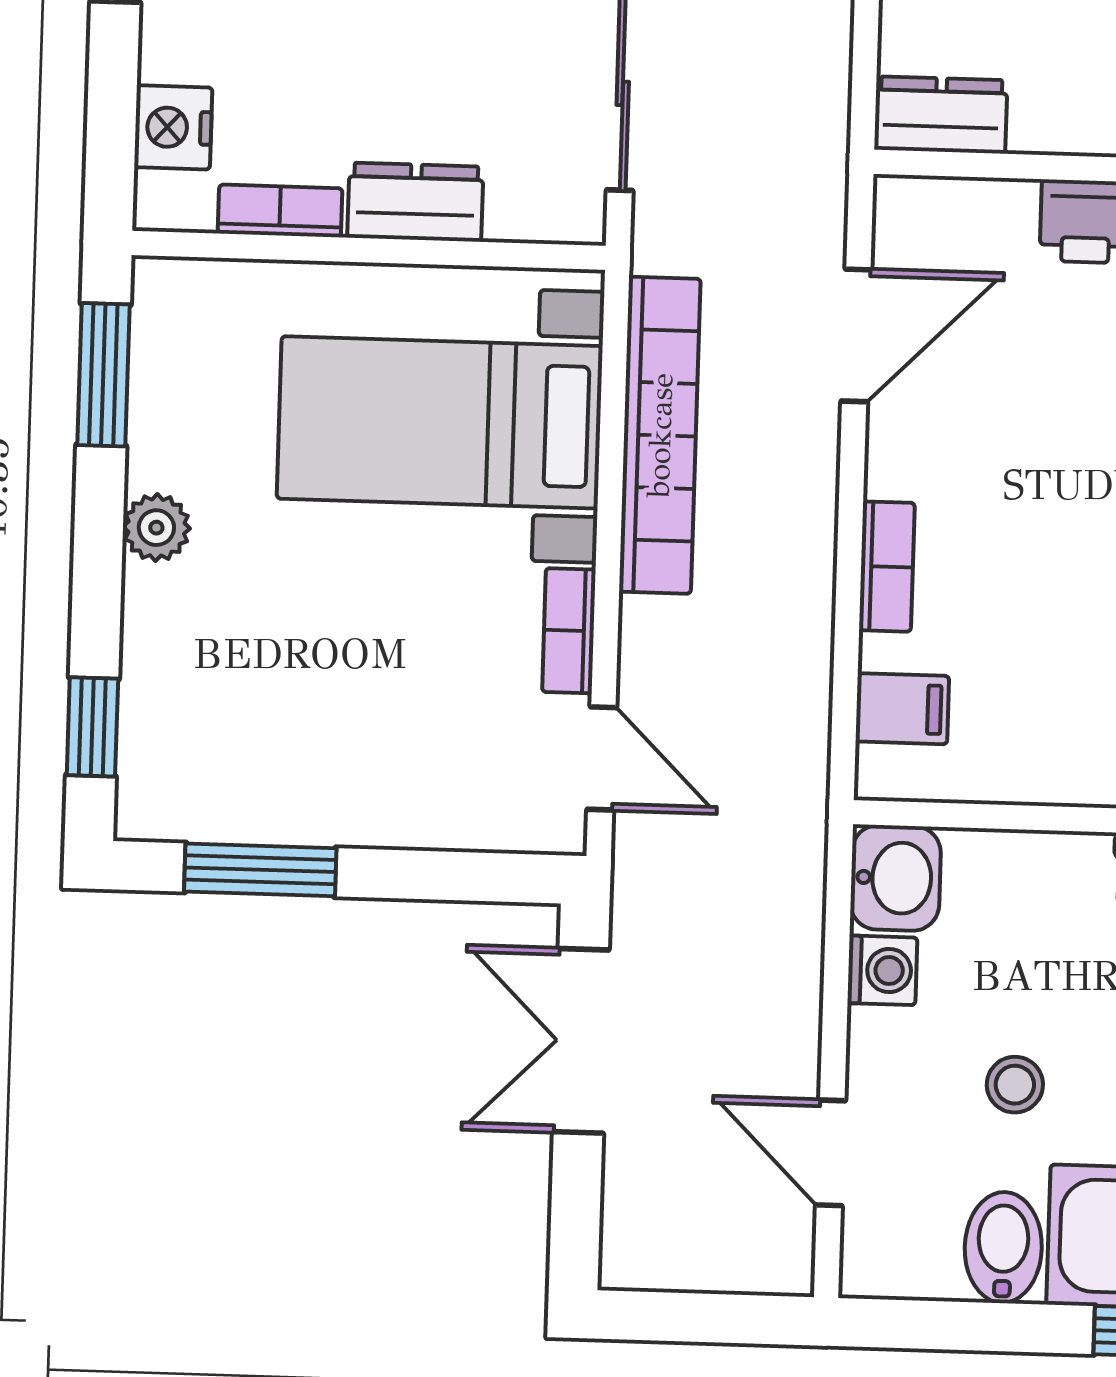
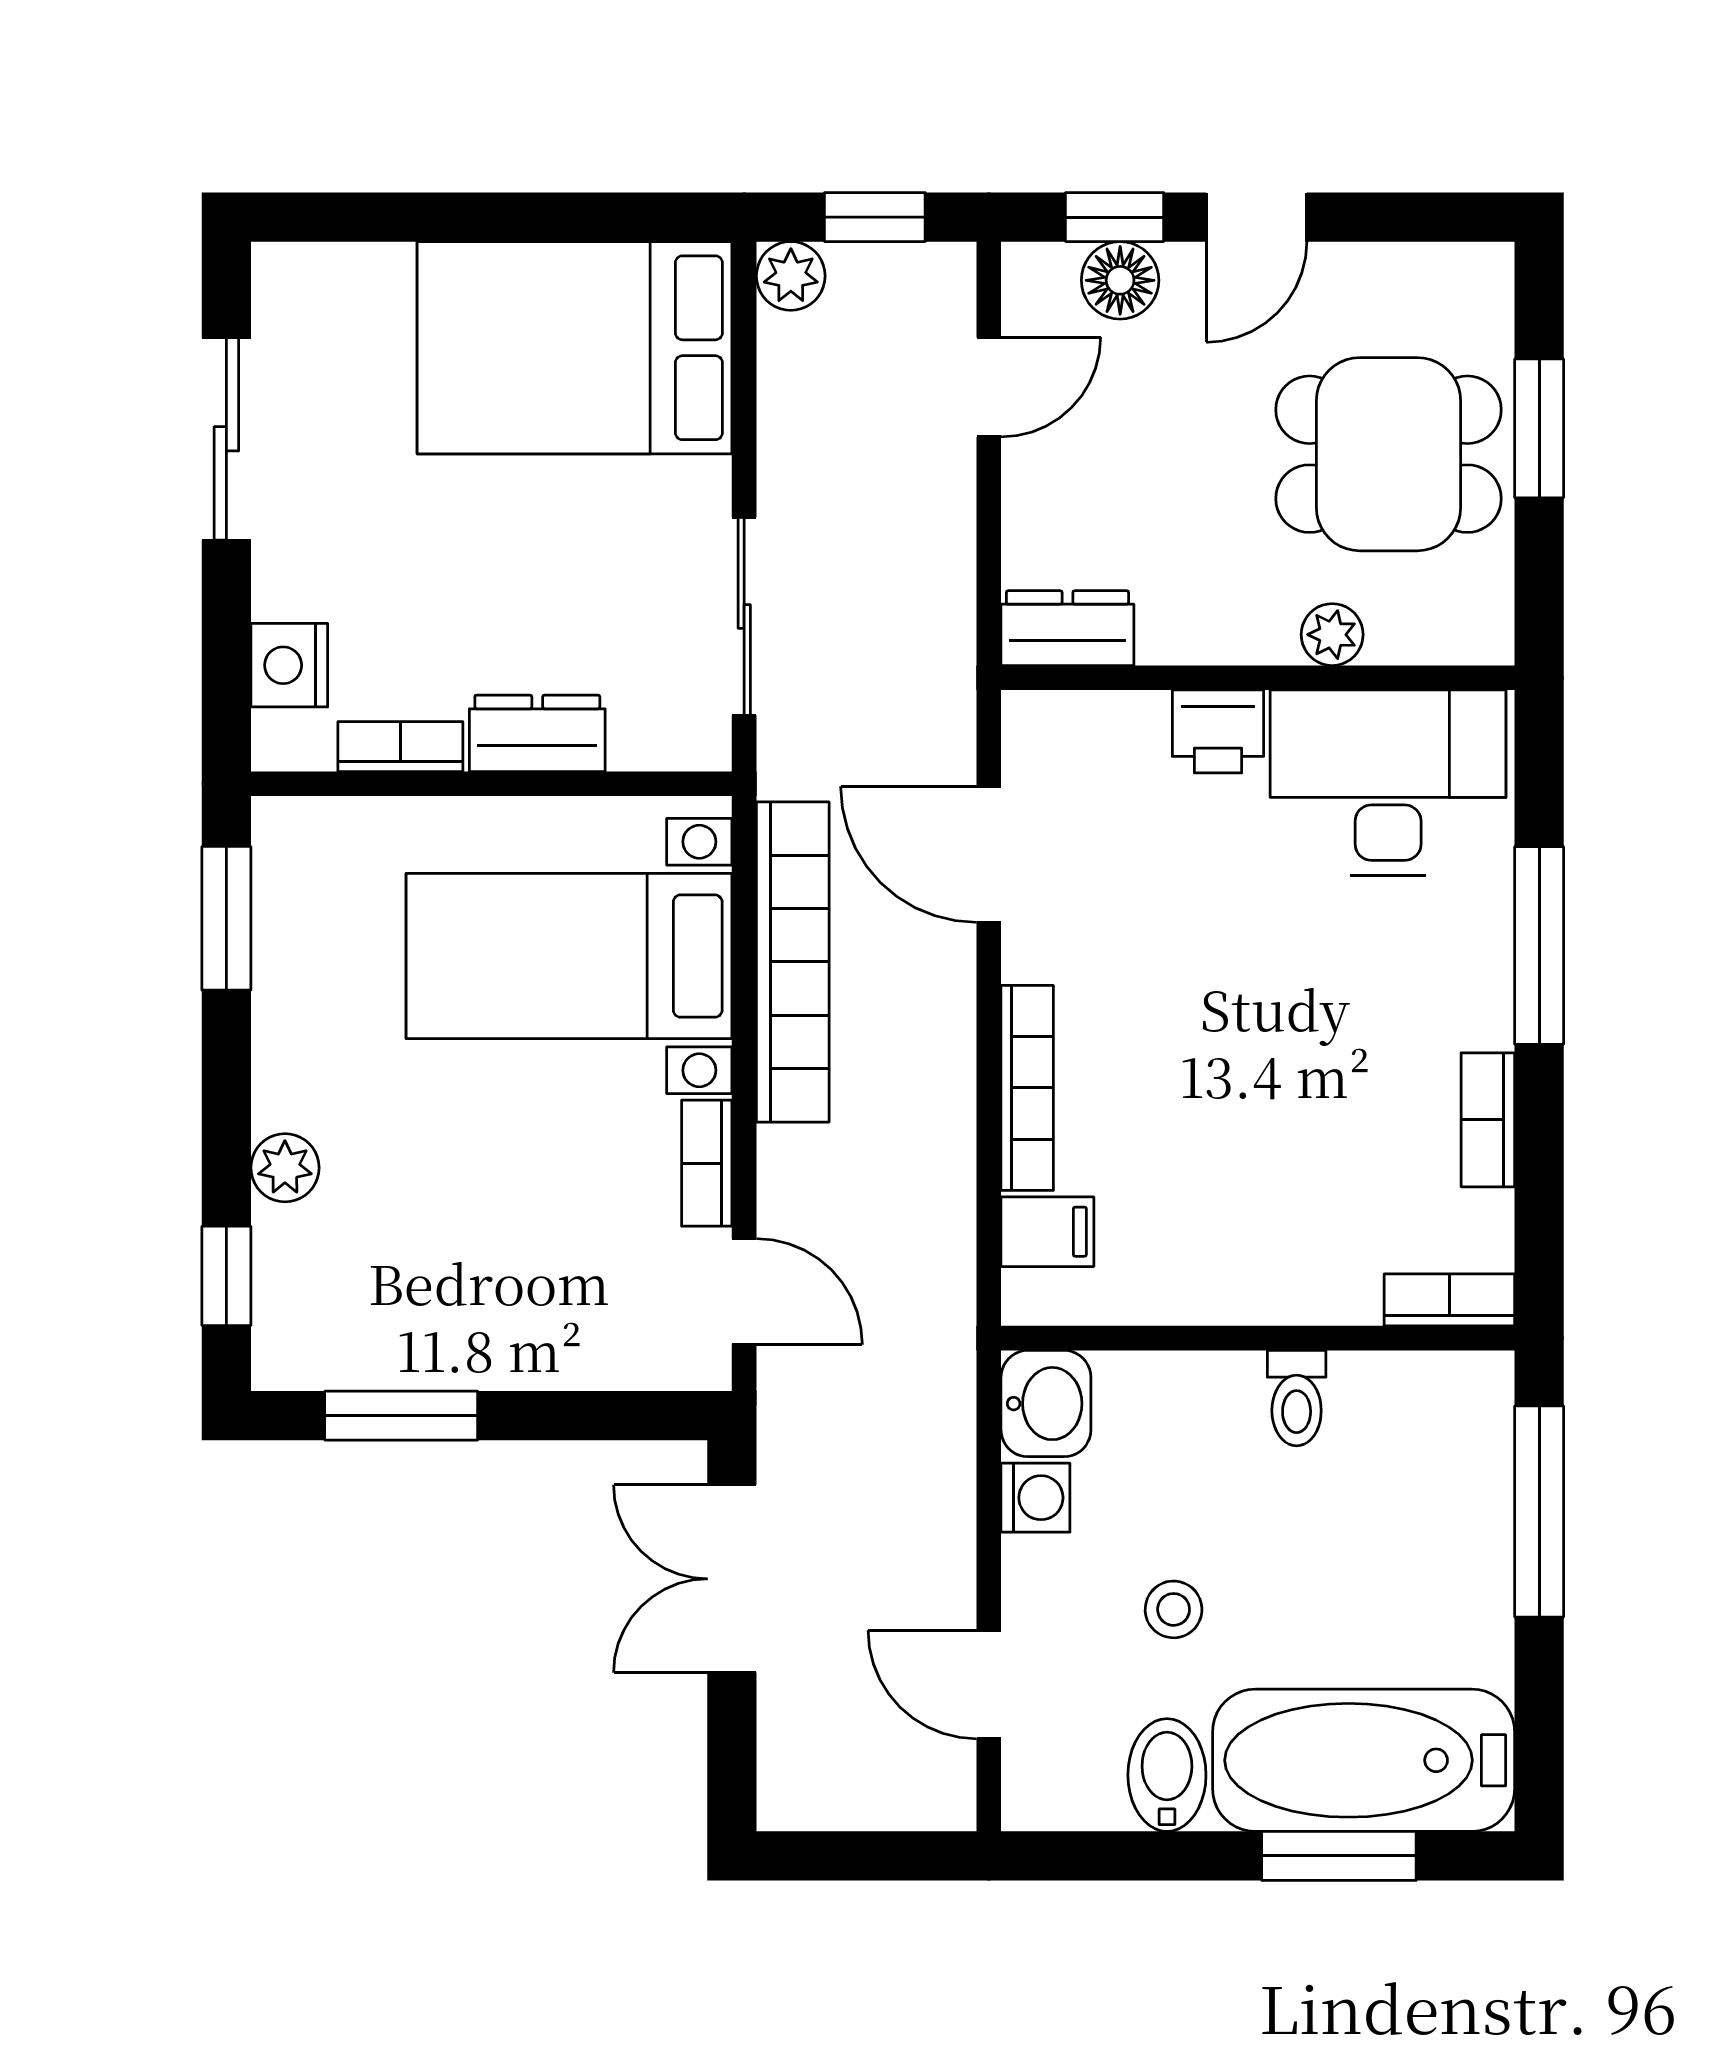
door: (856, 335) -> (989, 854), swing flipped
plant: (156, 528) -> (285, 1168), moved
bookcase: (887, 567) -> (1027, 1088), width x1.56

